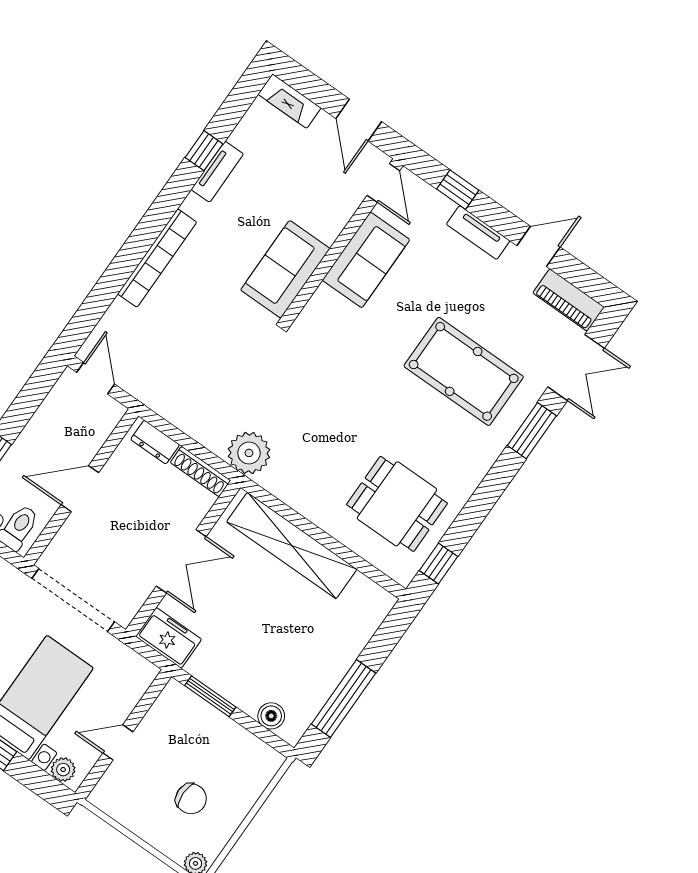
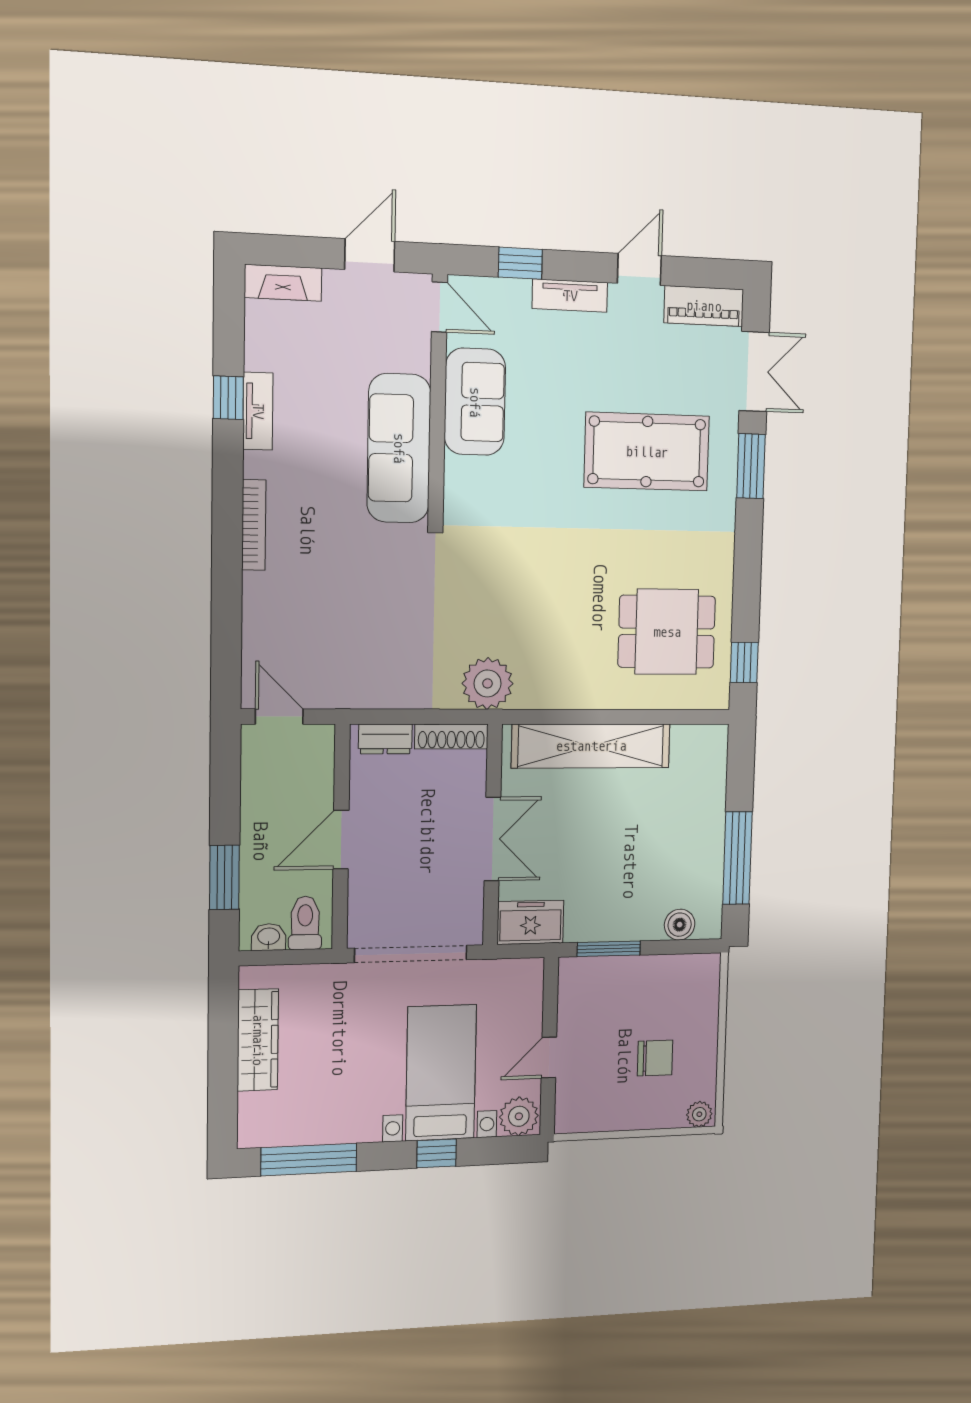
door: (359, 120) -> (370, 255), swing flipped
bookcase: (157, 258) -> (254, 525), width x0.68, depth x0.76
sofa: (285, 269) -> (399, 448), width x1.36
plant: (63, 770) -> (519, 1116), width x1.38, depth x1.38

